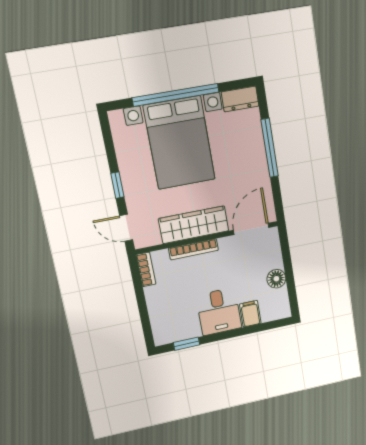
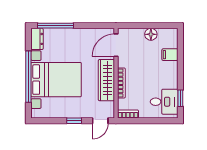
window: (270, 148) -> (55, 26), moved
door: (251, 229) -> (116, 45), hinge flipped
desk: (219, 312) -> (164, 102), moved

